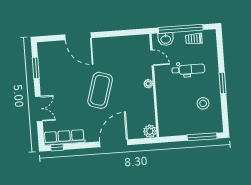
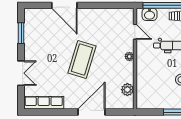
plant: (150, 131) -> (127, 90), moved
window: (57, 147) -> (36, 112), removed

